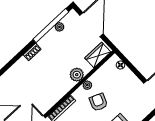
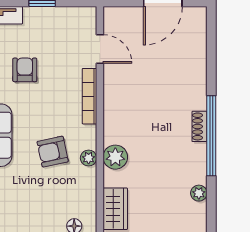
window: (51, 26) -> (211, 136), moved
armchair: (98, 102) -> (53, 152), turned 146

